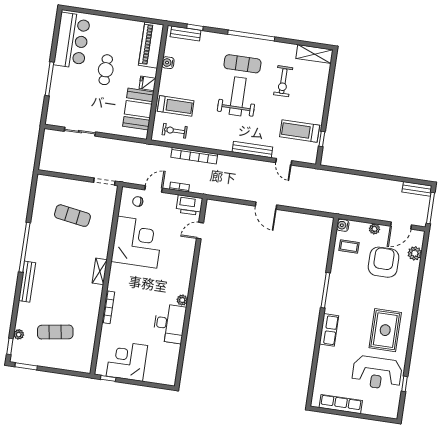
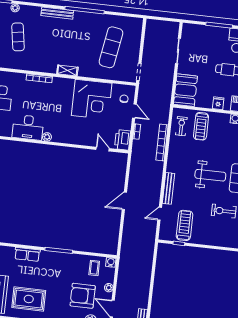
booth: (138, 109) -> (185, 90), moved, turned 90
exercise mat: (72, 216) -> (111, 47), width x1.36, depth x1.45
armchair: (384, 262) -> (83, 296), turned 180

